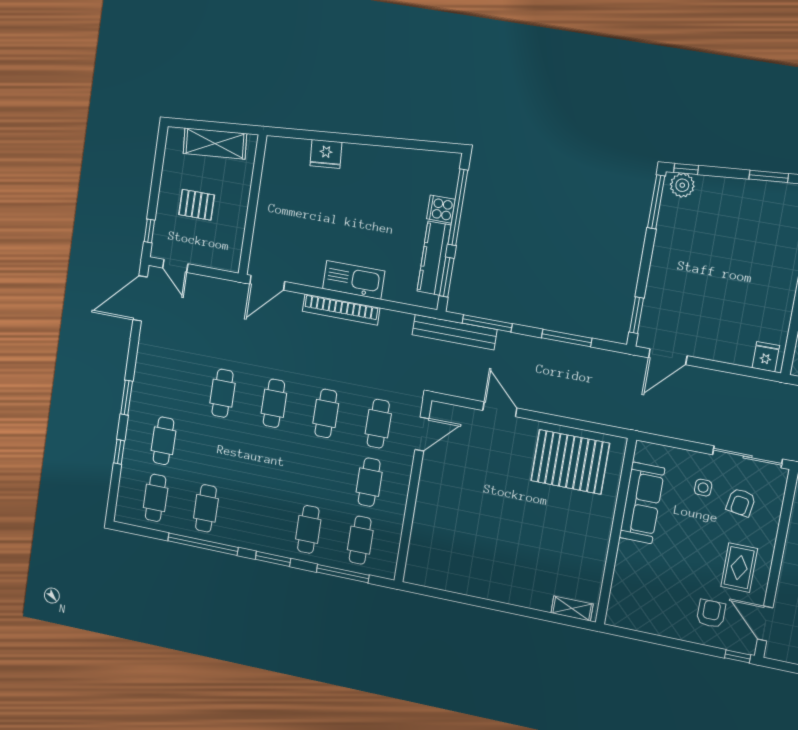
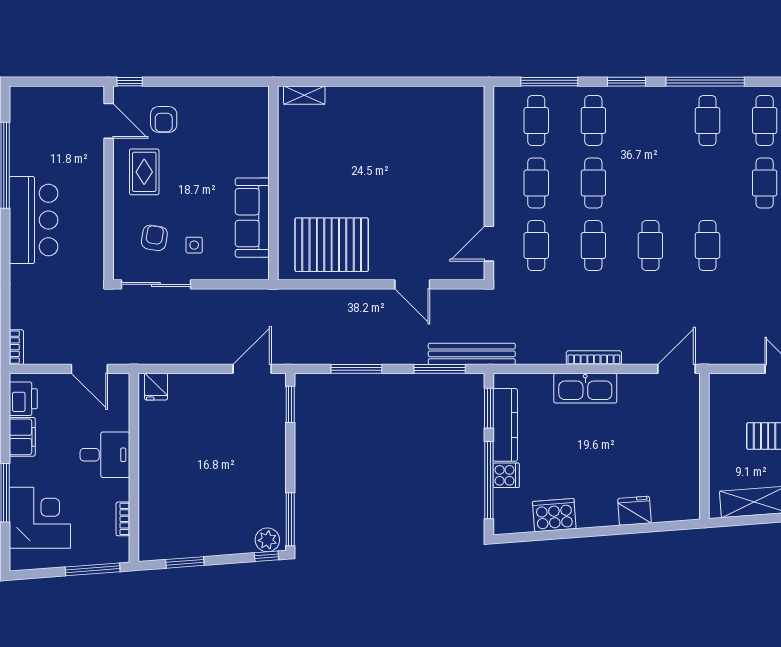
cooker: (401, 163) -> (554, 515), added
bookcase: (341, 310) -> (594, 358), width x0.68, depth x0.76
cafe table: (317, 472) -> (593, 183), added

